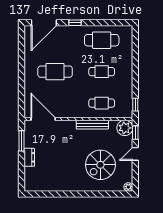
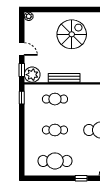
door: (135, 154) -> (22, 49), hinge flipped
spiral stairs: (100, 165) -> (72, 34), moved

